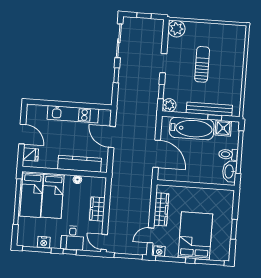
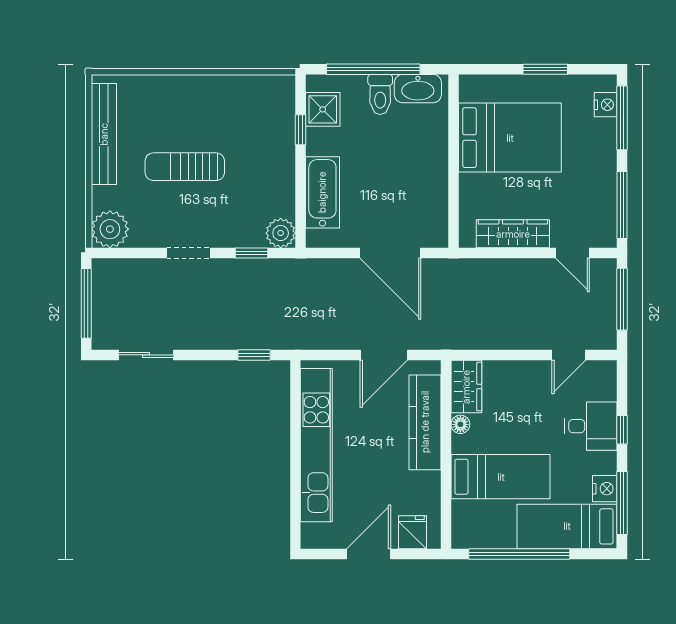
window: (144, 16) -> (86, 303), width x2.17
sliding door: (119, 41) -> (146, 355), width x0.73
window: (116, 75) -> (254, 355), moved
bench: (209, 109) -> (104, 134), moved
kitchen unit: (73, 114) -> (316, 445), width x1.36
bathtub: (192, 128) -> (322, 192), width x0.73, depth x0.73
door: (112, 137) -> (384, 355), moved
door: (157, 154) -> (390, 253), swing flipped
bed: (32, 194) -> (567, 526), moved, turned 180
wardrobe: (97, 209) -> (466, 387), moved, turned -90
bed: (195, 236) -> (510, 138), moved, turned 180
door: (104, 242) -> (569, 355), moved
nightstand: (159, 251) -> (606, 105), moved

